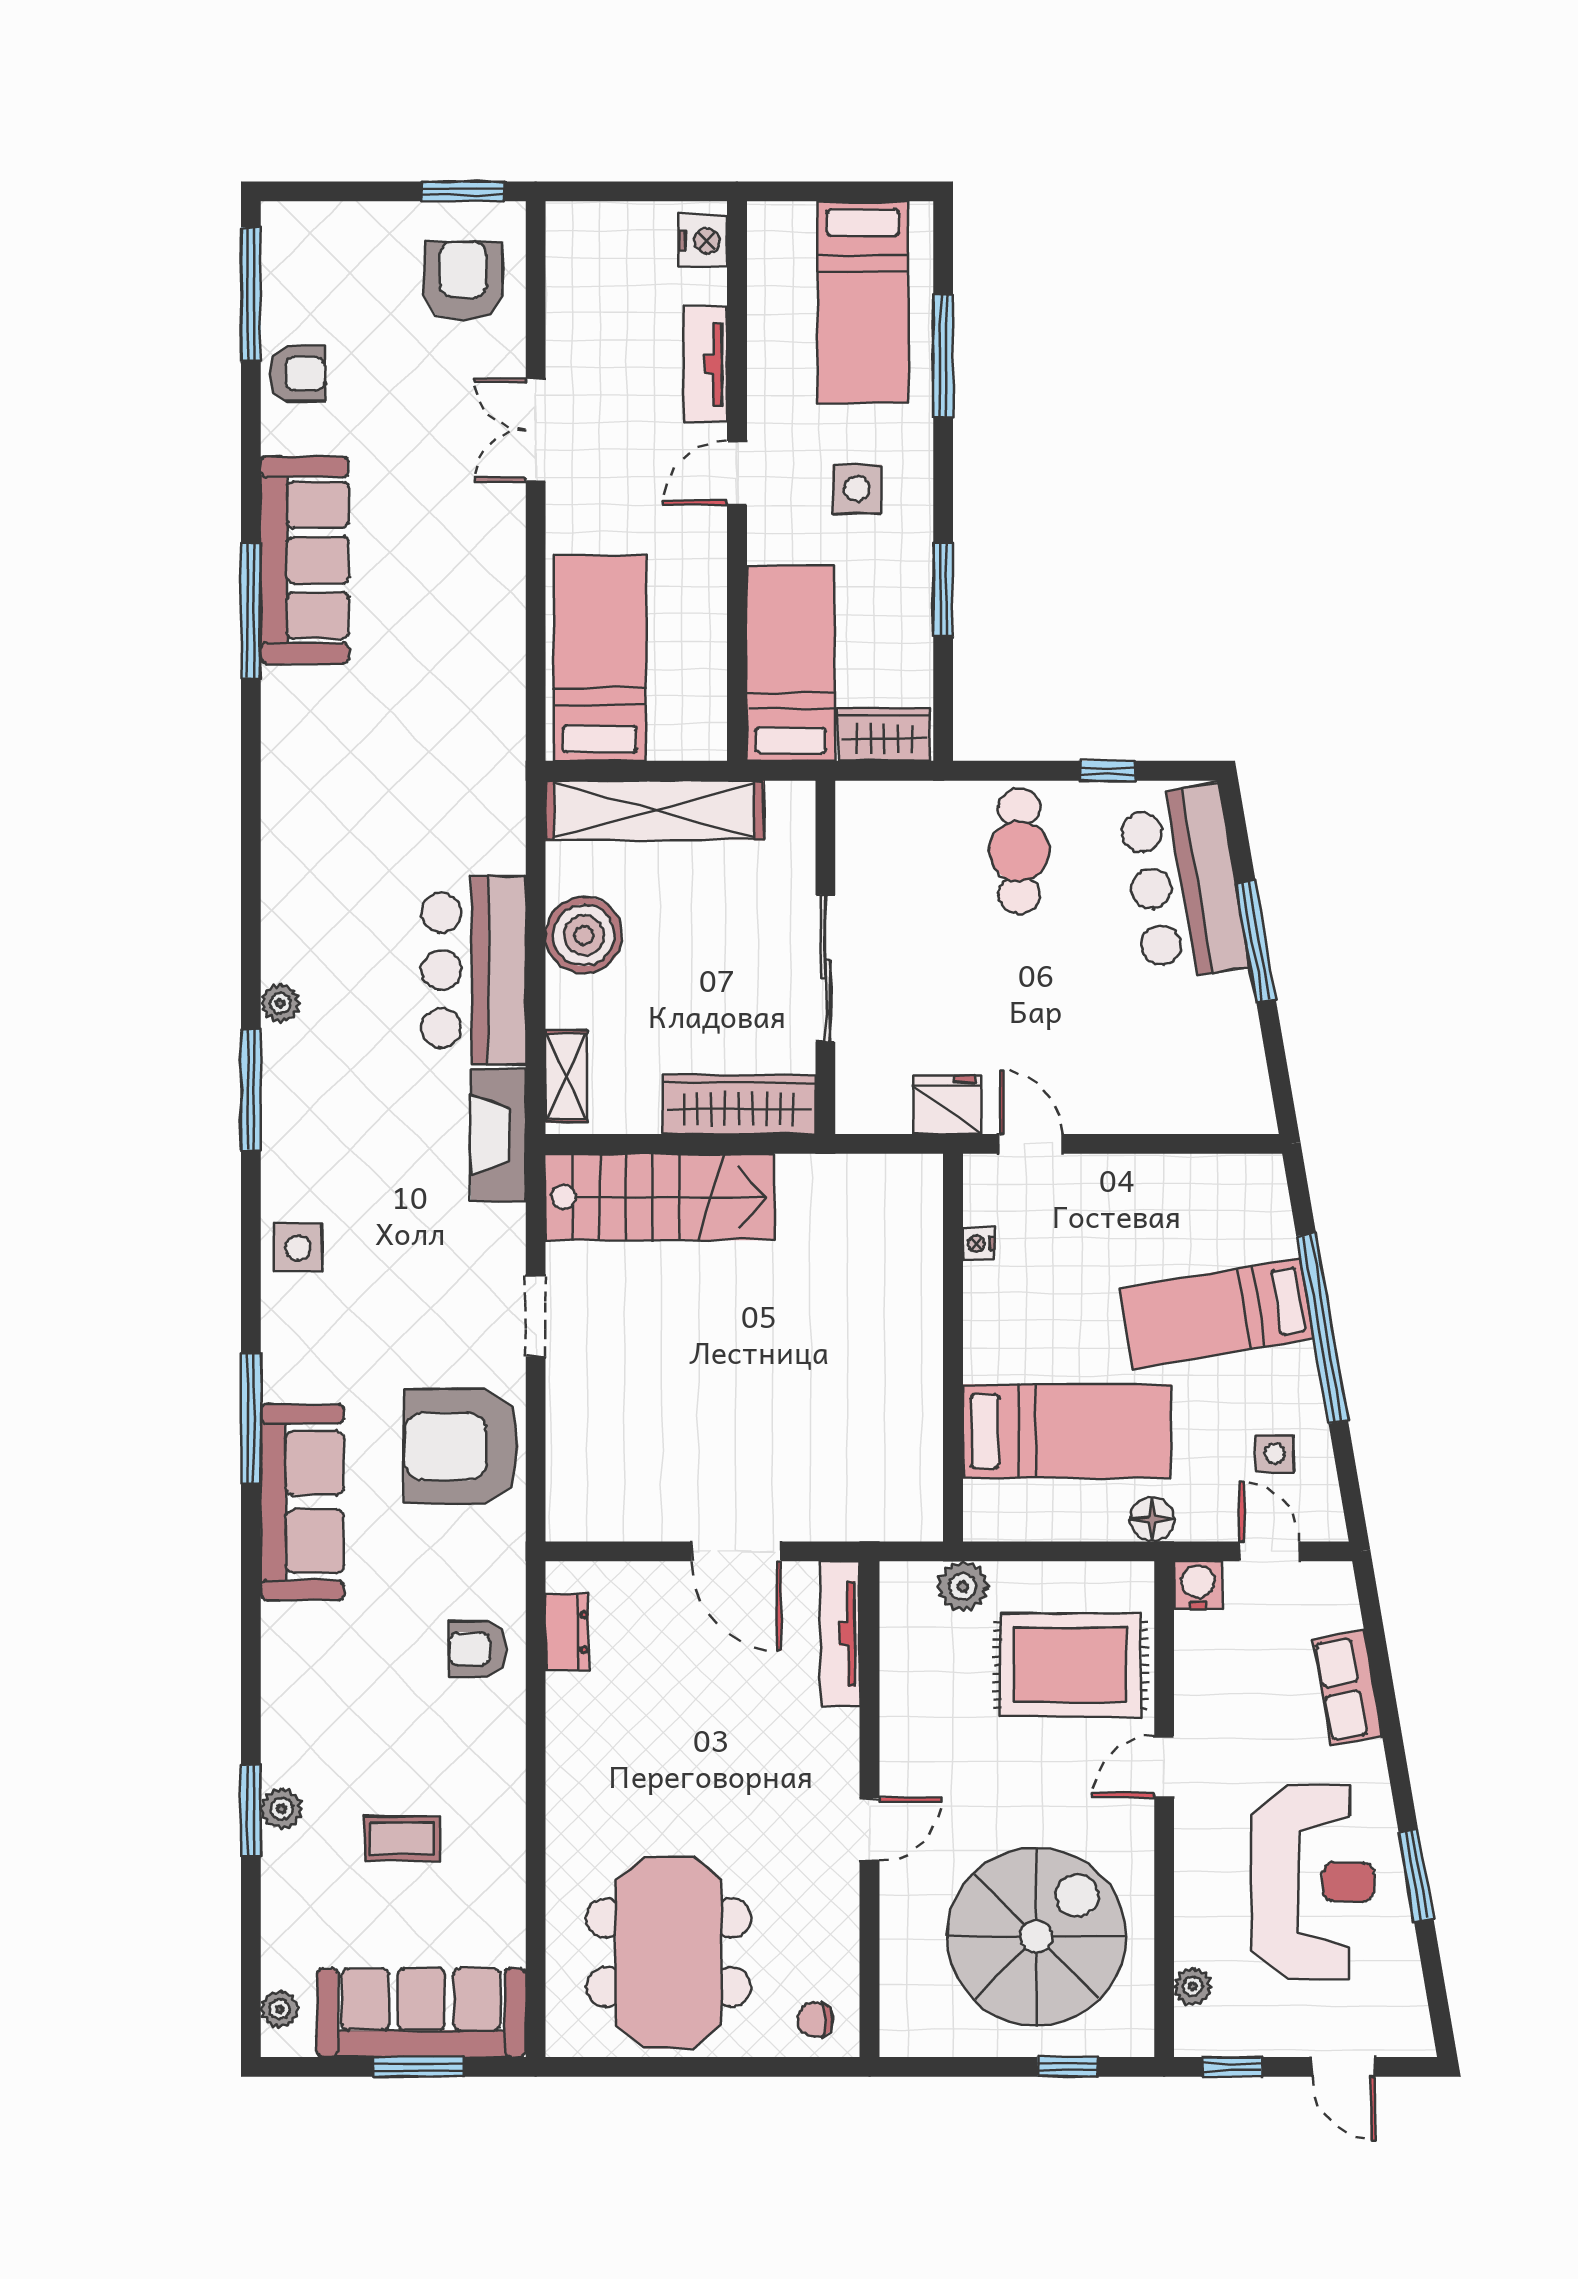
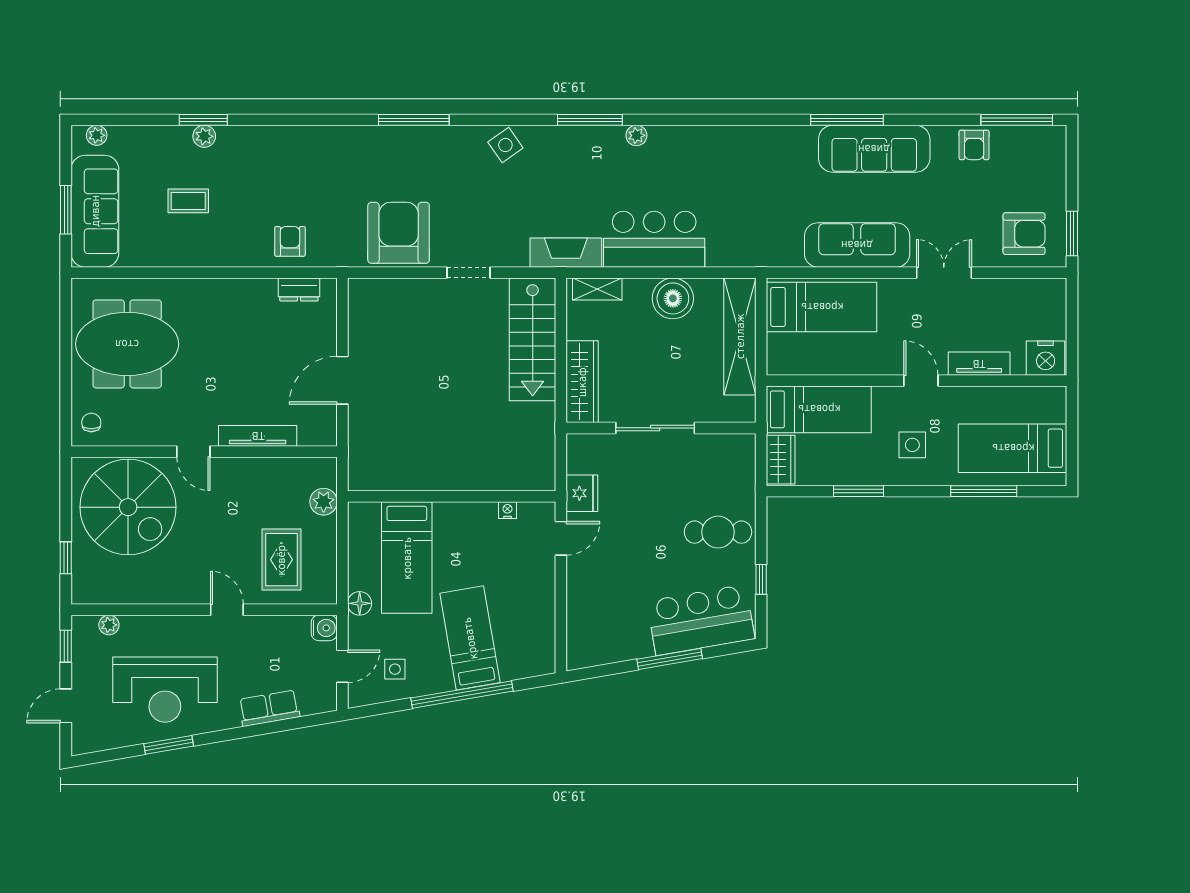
nightstand: (703, 241) -> (1046, 358), width x1.36, depth x1.33
side table: (298, 1247) -> (505, 145), turned -35
sofa: (302, 1502) -> (857, 245), moved, turned 180
tv unit: (840, 1634) -> (258, 436), moved
rug: (1071, 1665) -> (281, 560), width x0.73, depth x0.70
coffee table: (402, 1838) -> (188, 201), turned 90
spiral stairs: (1036, 1937) -> (128, 507), moved

